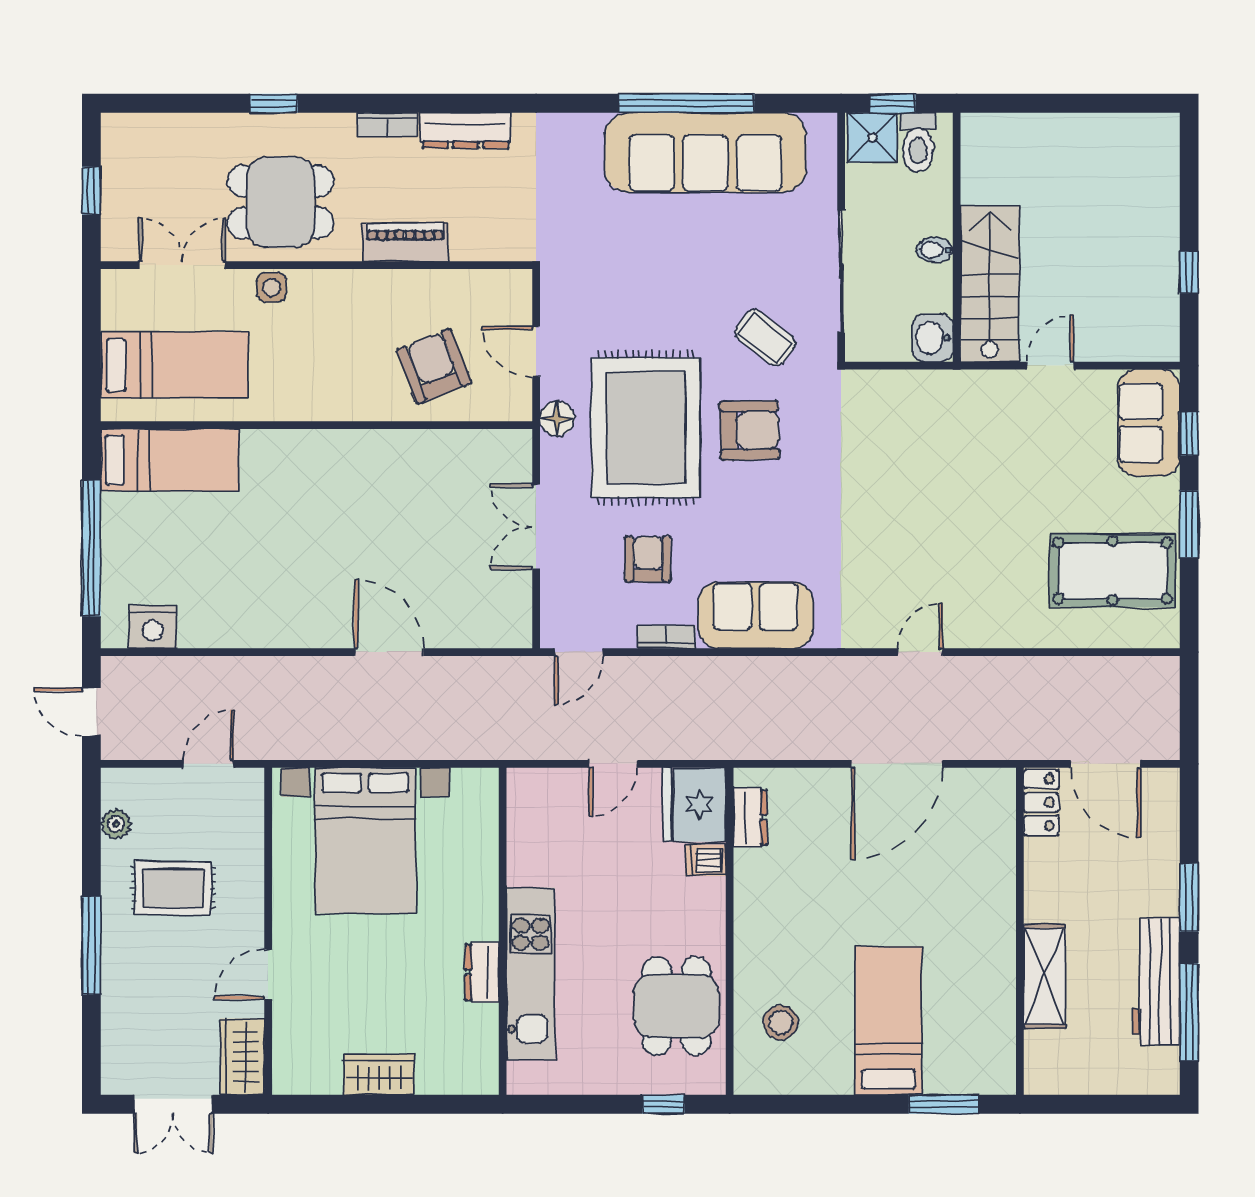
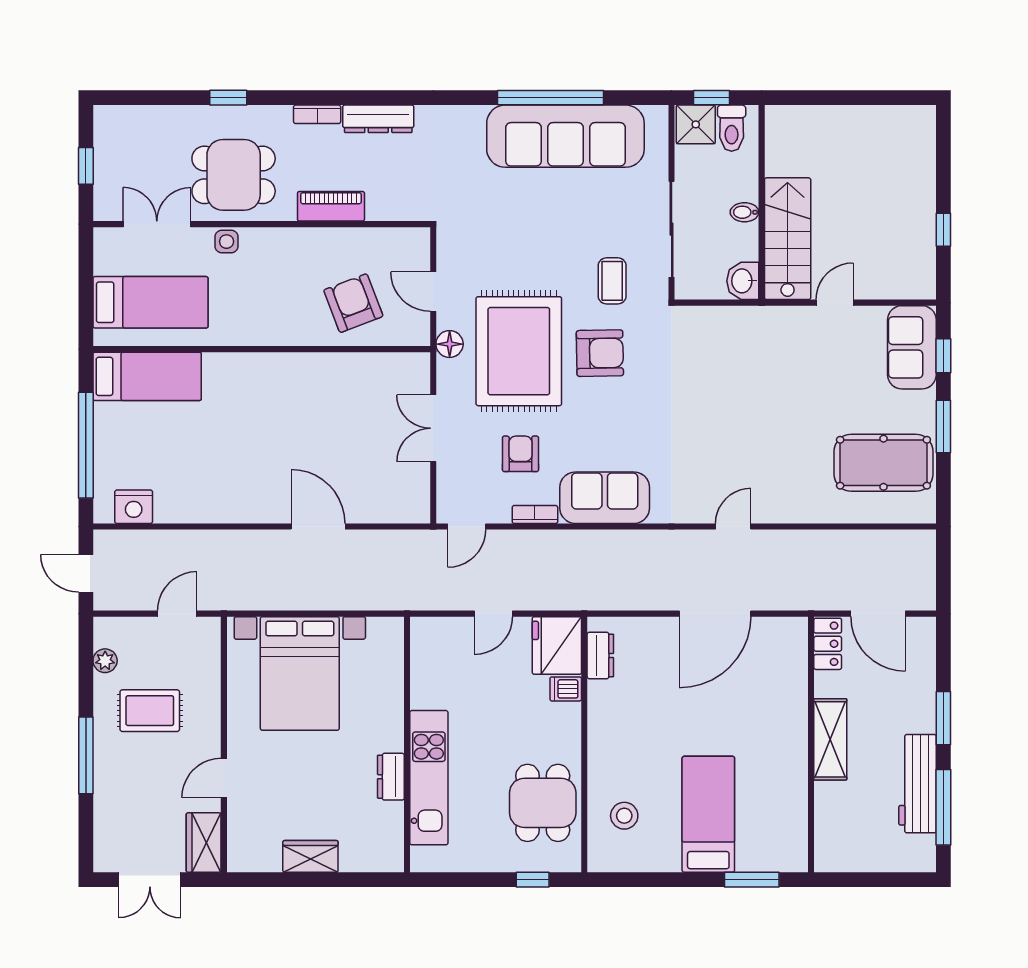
coffee table: (765, 338) -> (612, 281), turned 52
shelving: (1044, 976) -> (830, 739), moved

